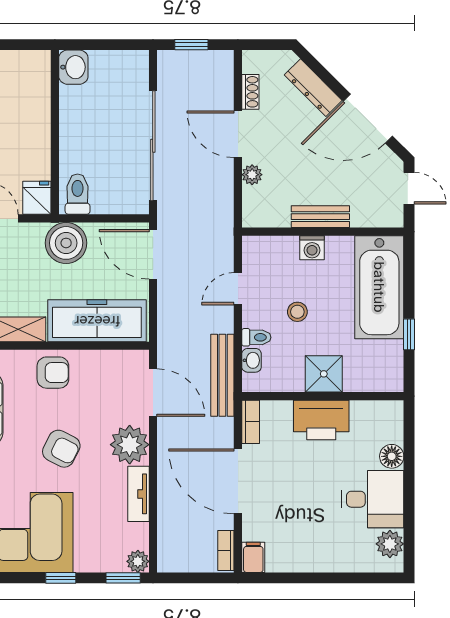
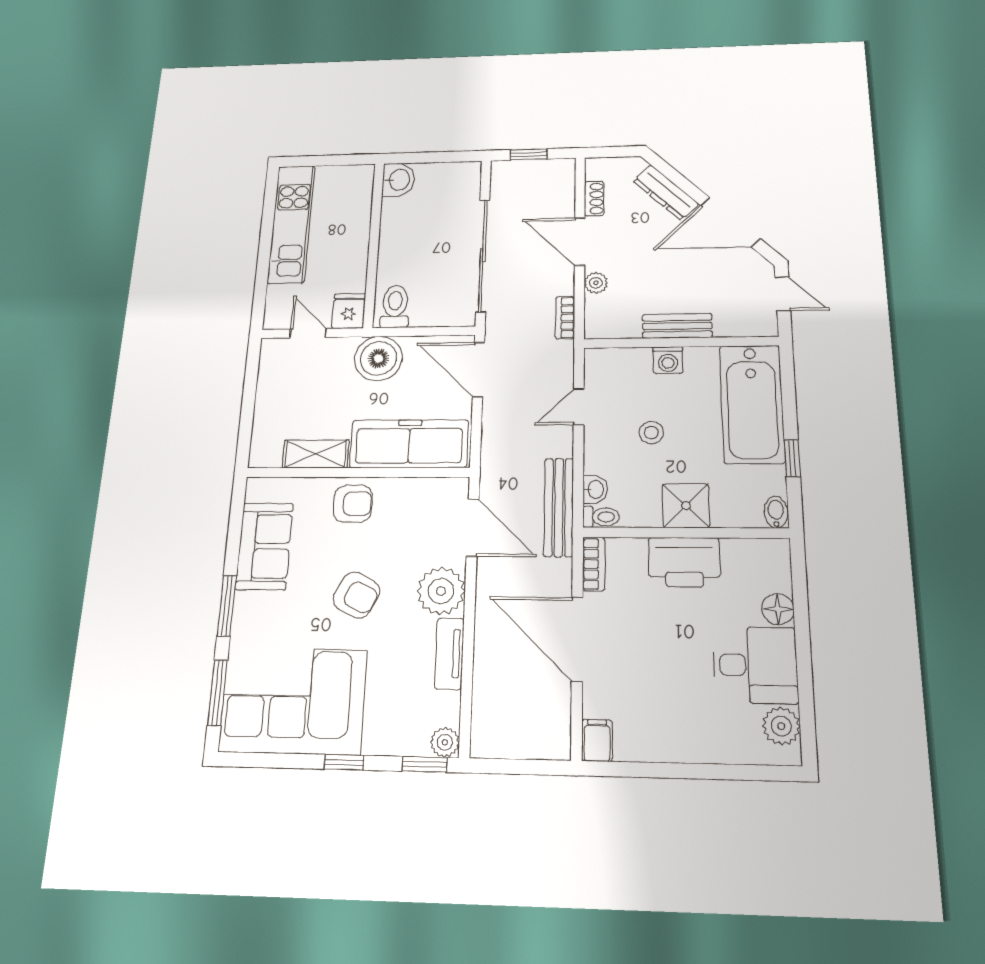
toilet: (256, 337) -> (601, 517), moved
bidet: (394, 379) -> (776, 512), added
bookcase: (226, 551) -> (565, 318), moved

